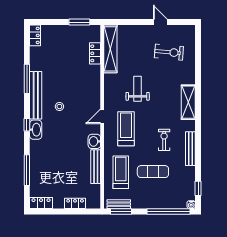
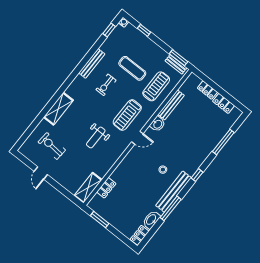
shelving: (110, 49) -> (88, 188), width x0.68
shelving: (188, 102) -> (58, 109), moved
washbasin: (36, 130) -> (151, 220), moved
treadmill: (121, 172) -> (156, 86), turned 180
locker: (41, 203) -> (224, 103), moved
window: (168, 212) -> (144, 30), width x0.32

